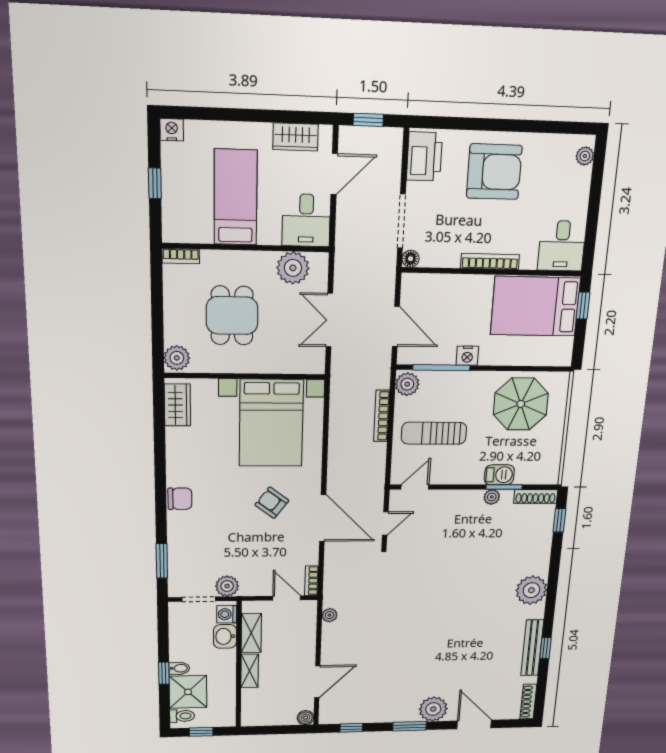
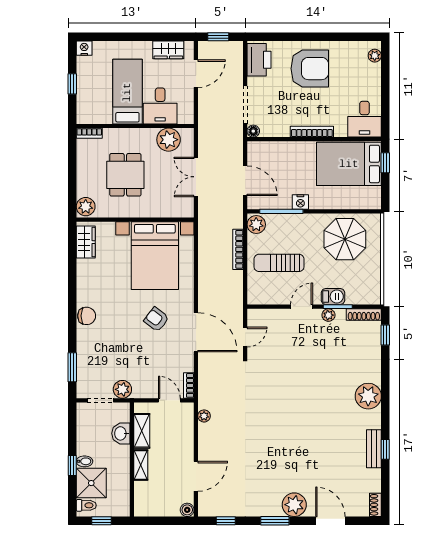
desk: (306, 220) -> (160, 106), moved
door: (415, 487) -> (302, 307), moved
washing machine: (227, 614) -> (122, 414), removed
bench: (532, 648) -> (374, 449), width x0.73
shoe rack: (528, 702) -> (375, 505), width x0.70

